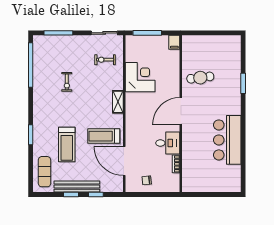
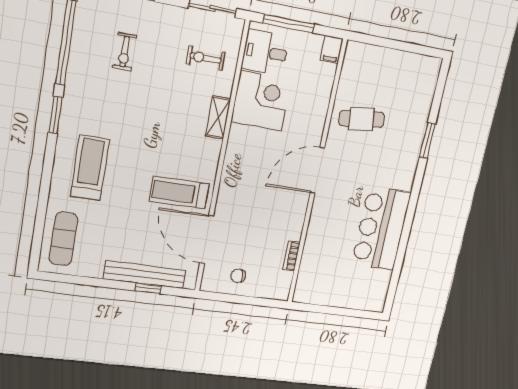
exercise bike: (67, 82) -> (125, 52), moved
shelving: (118, 102) -> (218, 117), moved
window: (31, 135) -> (55, 115), moved
desk: (168, 143) -> (265, 52), moved, turned 180
treadmill: (67, 144) -> (90, 168), moved, turned 180
bench: (77, 187) -> (145, 275), moved
window: (71, 195) -> (105, 283), removed

